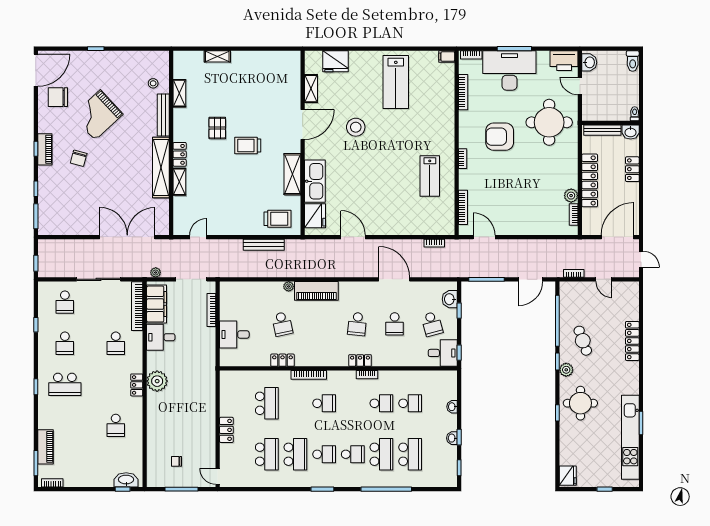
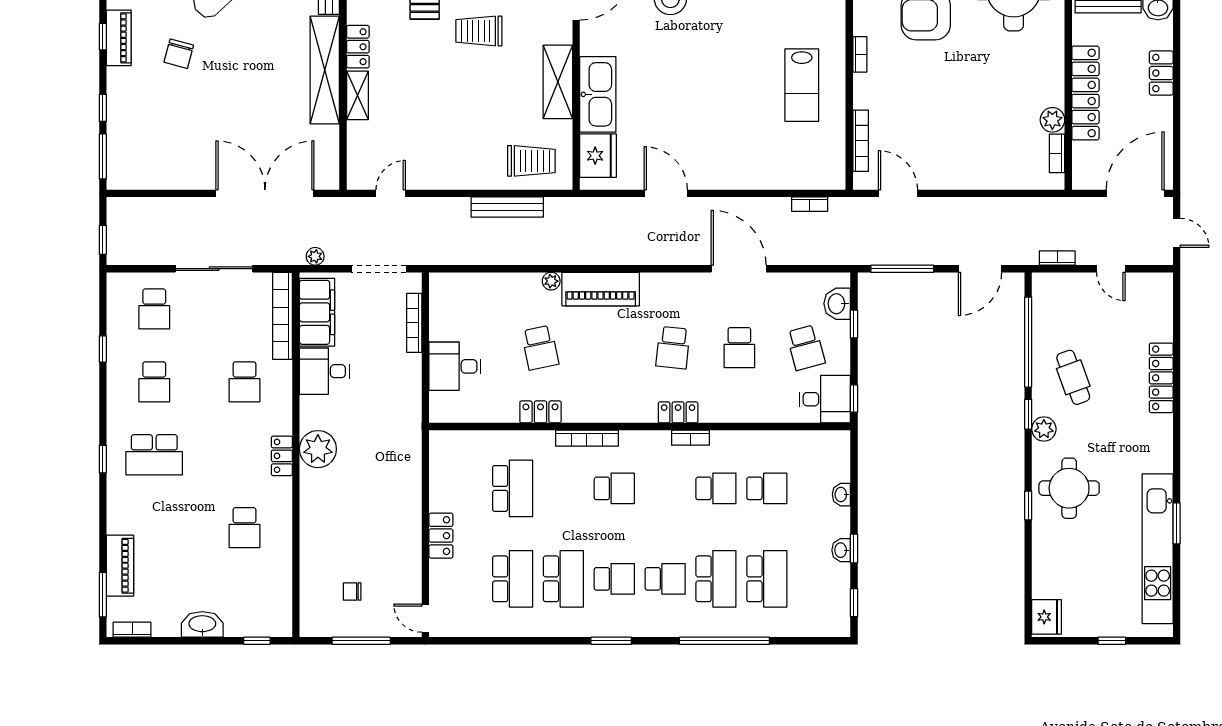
washbasin: (126, 480) -> (202, 624), moved

